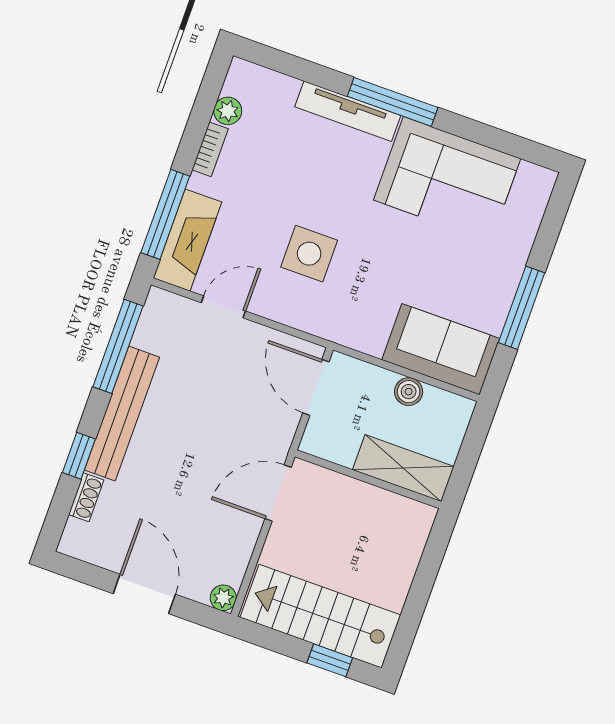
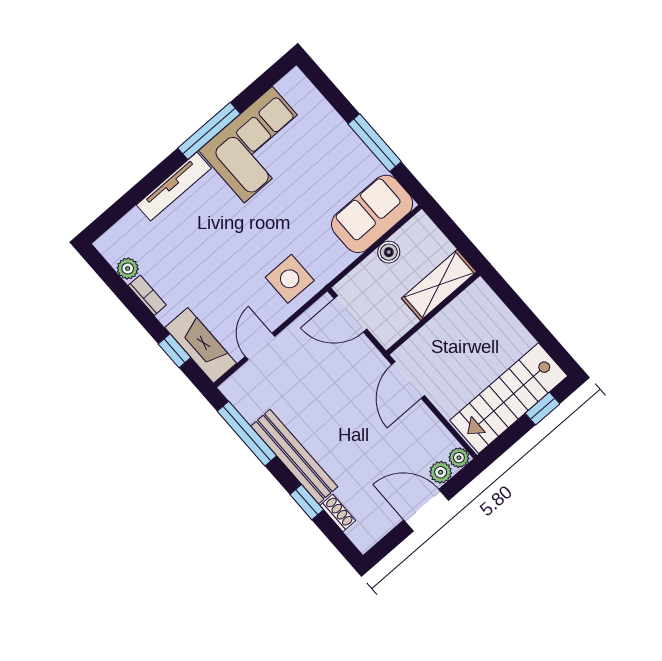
window: (393, 102) -> (209, 131), moved
window: (165, 214) -> (175, 351), width x0.46
side table: (309, 254) -> (290, 279), moved
plant: (196, 586) -> (441, 472), added

